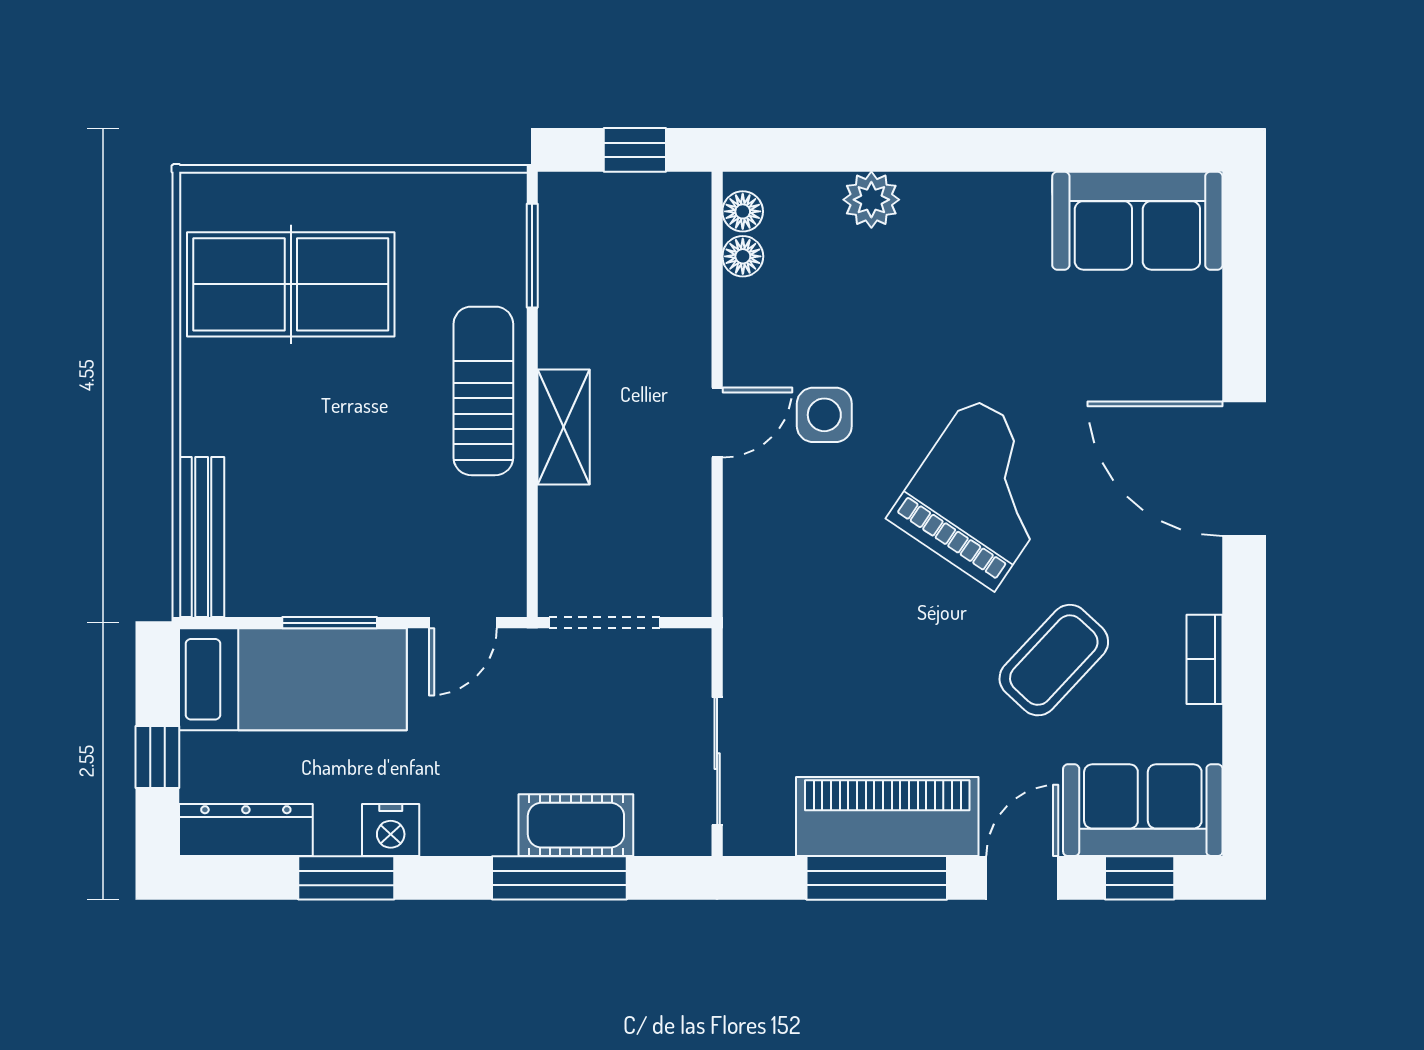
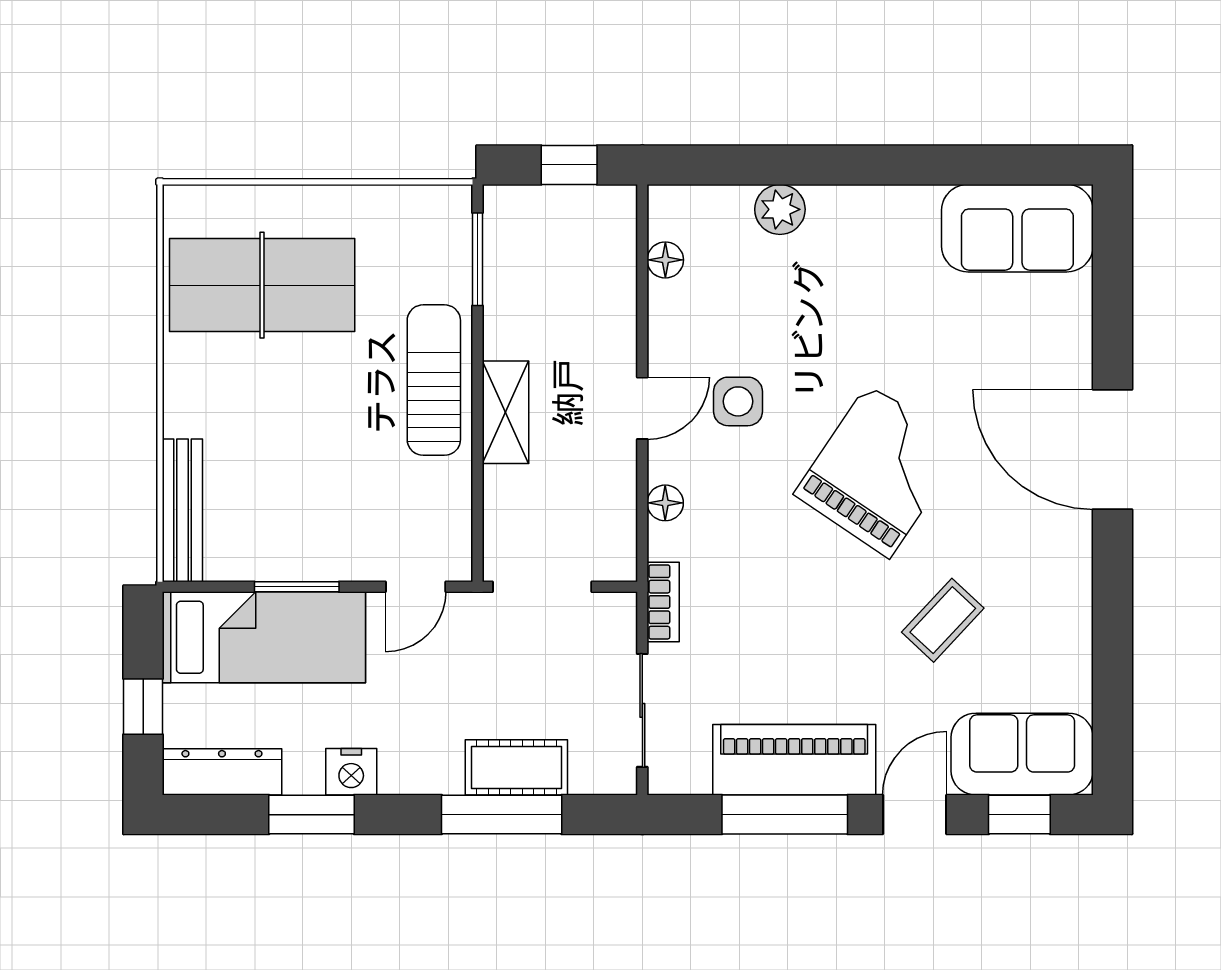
floor lamp: (743, 211) -> (665, 503), moved
bookcase: (1205, 659) -> (663, 602), moved, turned 180
coffee table: (1054, 660) -> (943, 620), width x0.73, depth x0.77

